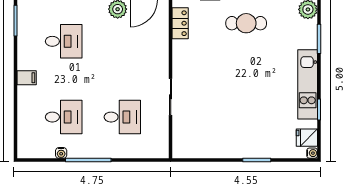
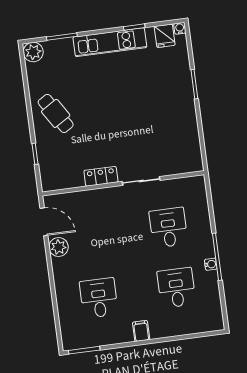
locker: (180, 23) -> (101, 176), moved
cafe table: (246, 23) -> (56, 113), turned -32
water cooler: (61, 153) -> (211, 264), moved

